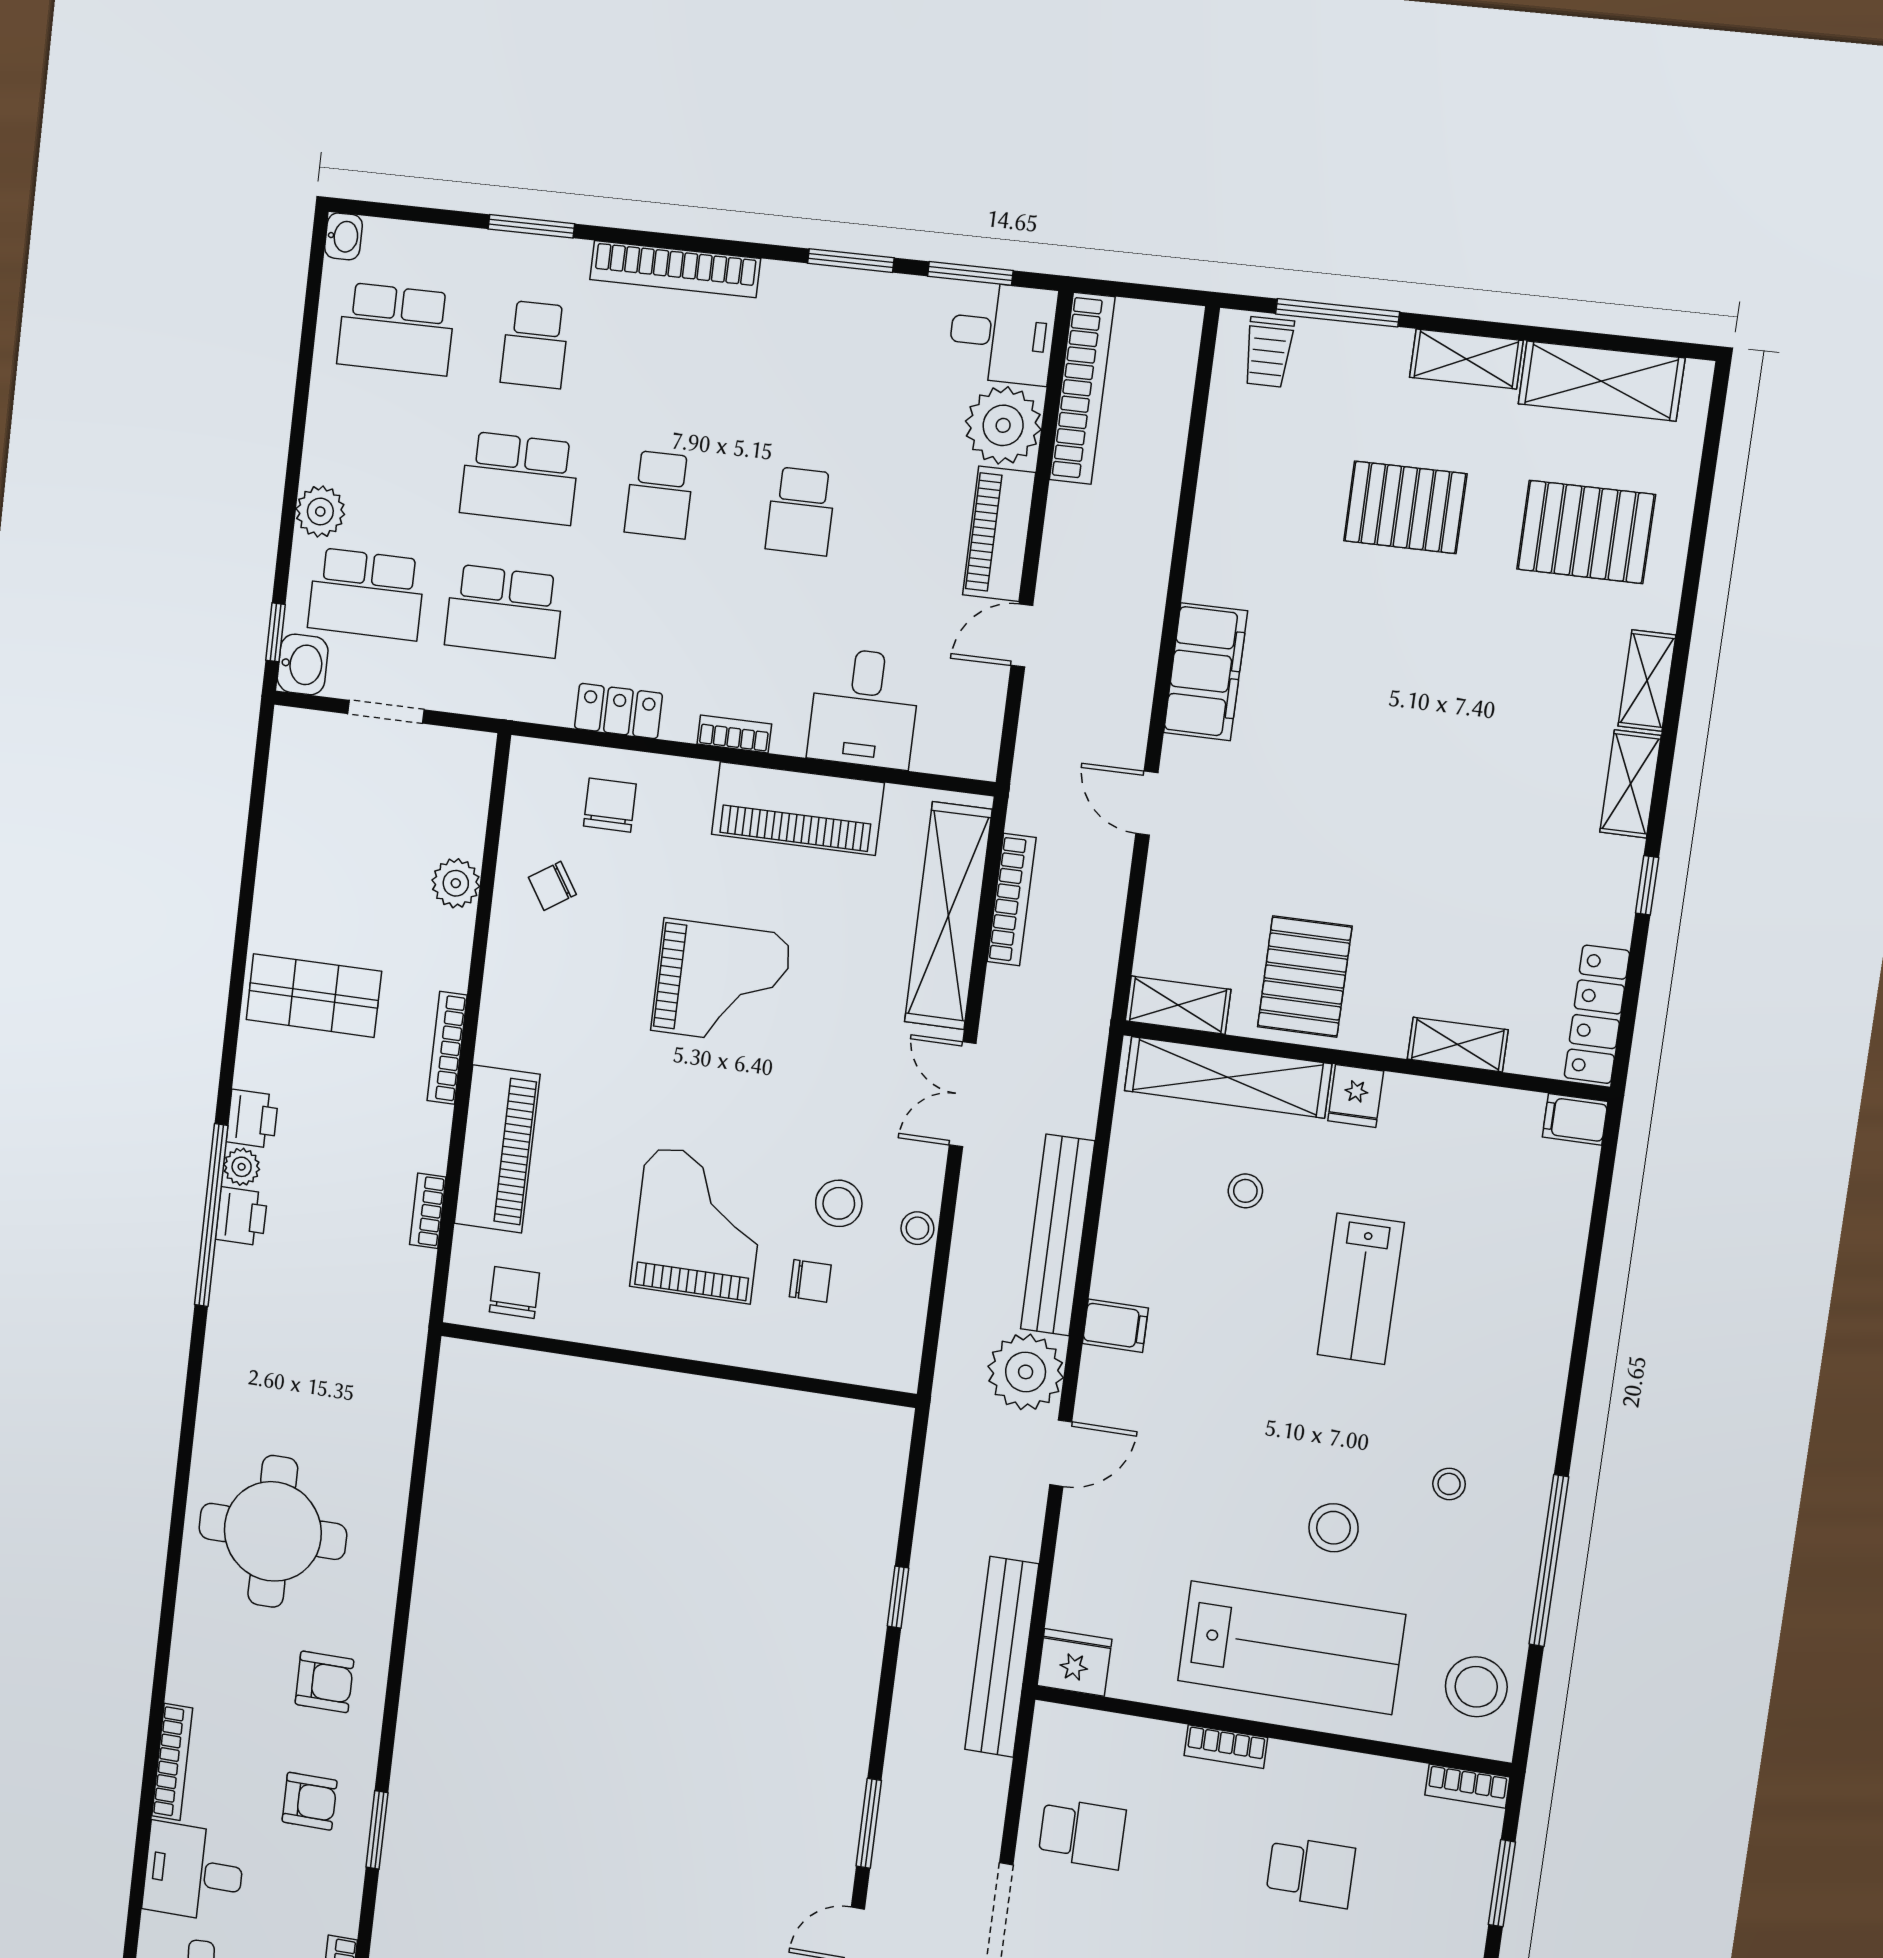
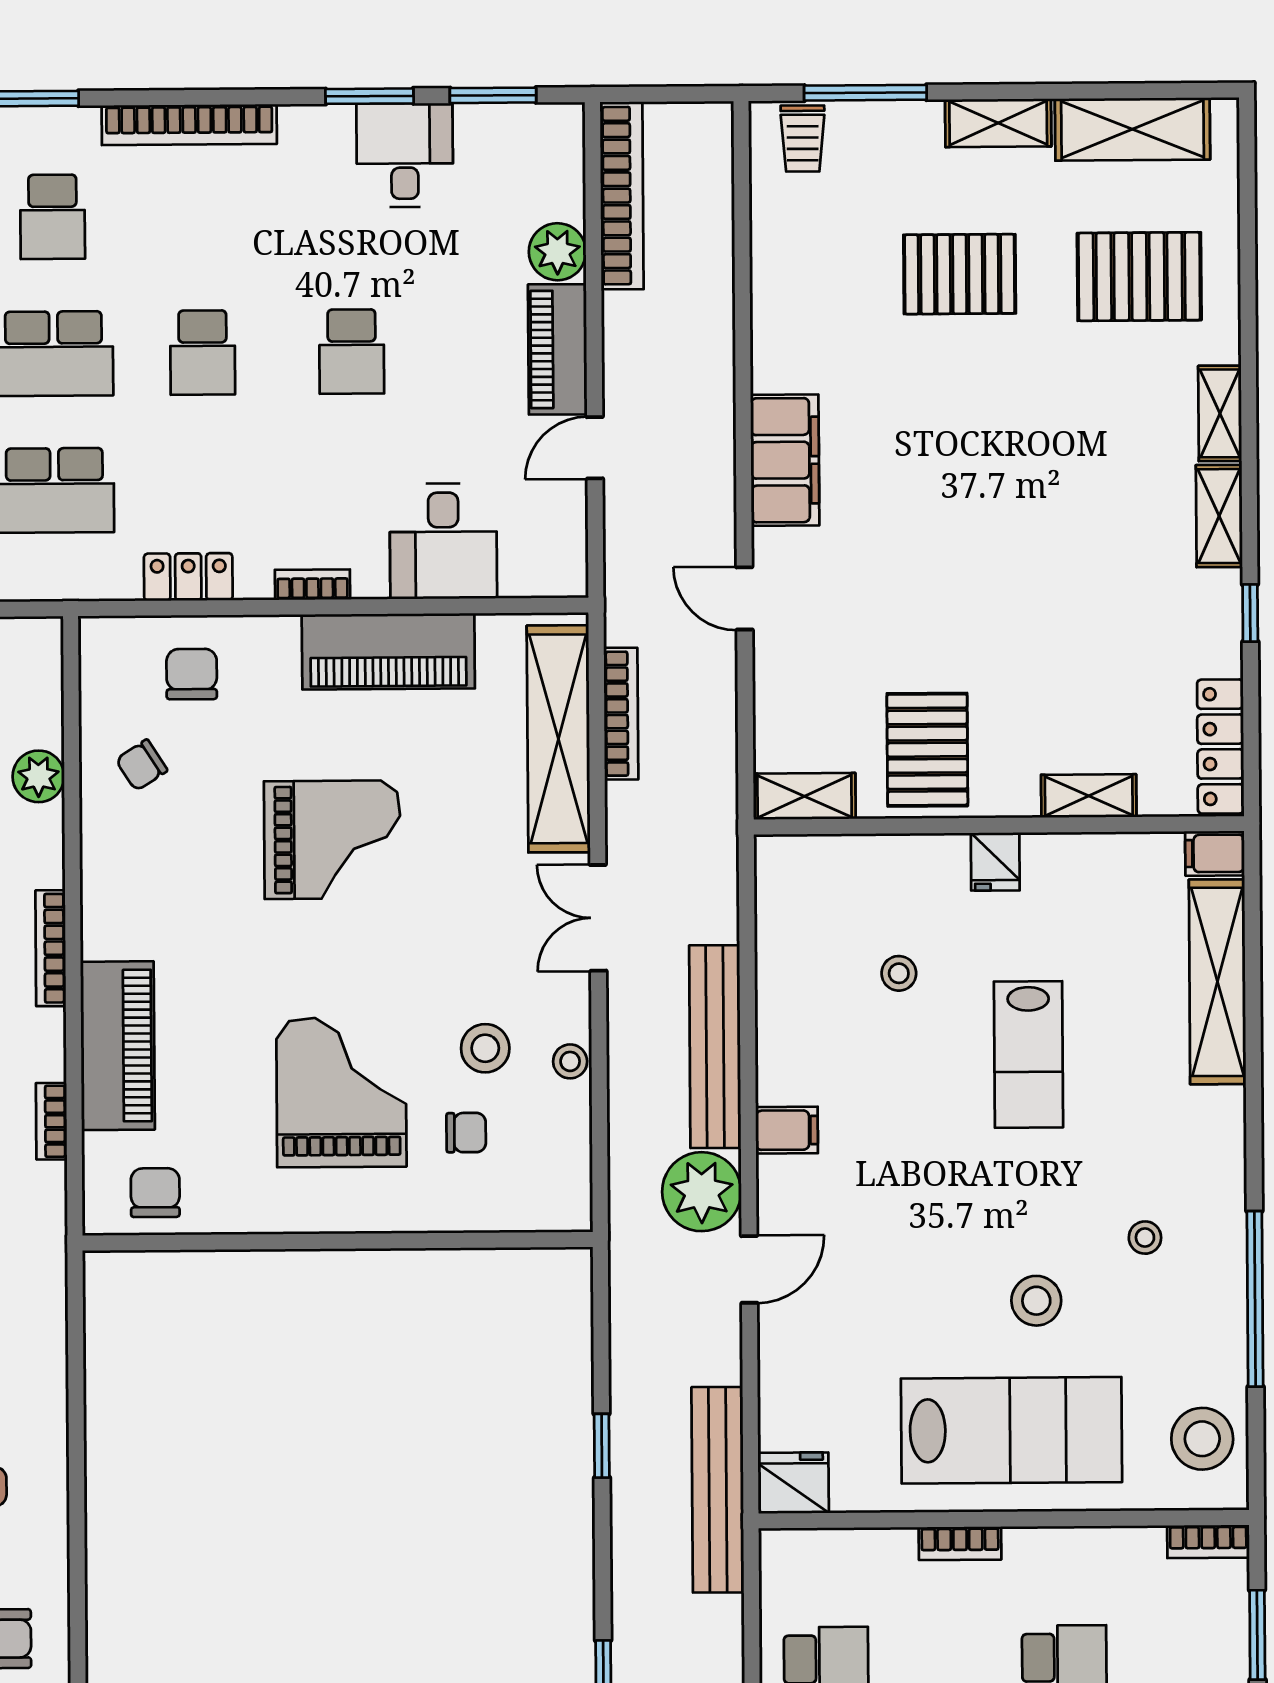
desk: (1002, 333) -> (405, 155), moved, turned -90
plant: (1003, 425) -> (557, 252), width x0.73, depth x0.73
shelving: (1228, 1077) -> (1217, 982), moved, turned 90

